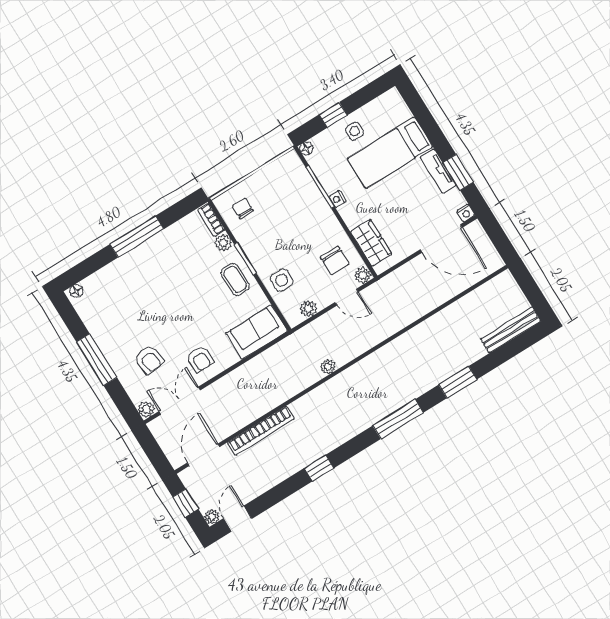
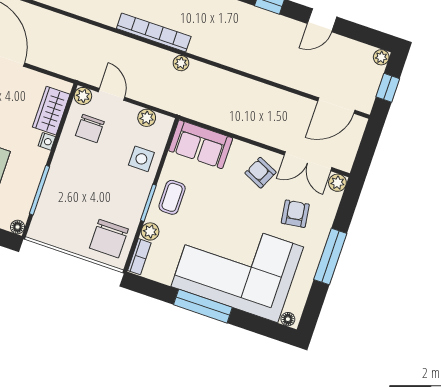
nightstand: (337, 199) -> (47, 141), moved
chair: (243, 208) -> (109, 239), width x1.87, depth x1.87
chair: (335, 261) -> (90, 129), turned 180
corner sofa: (145, 285) -> (237, 267), added
armchair: (200, 359) -> (261, 173), turned -65
bookcase: (261, 431) -> (154, 32), moved
door: (238, 519) -> (322, 20), moved

